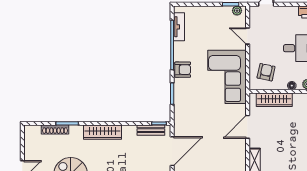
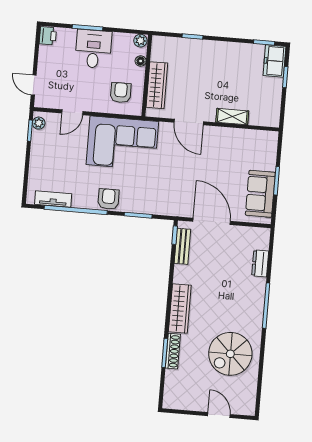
armchair: (266, 72) -> (121, 93), turned 78
shoe rack: (55, 129) -> (173, 351), moved

